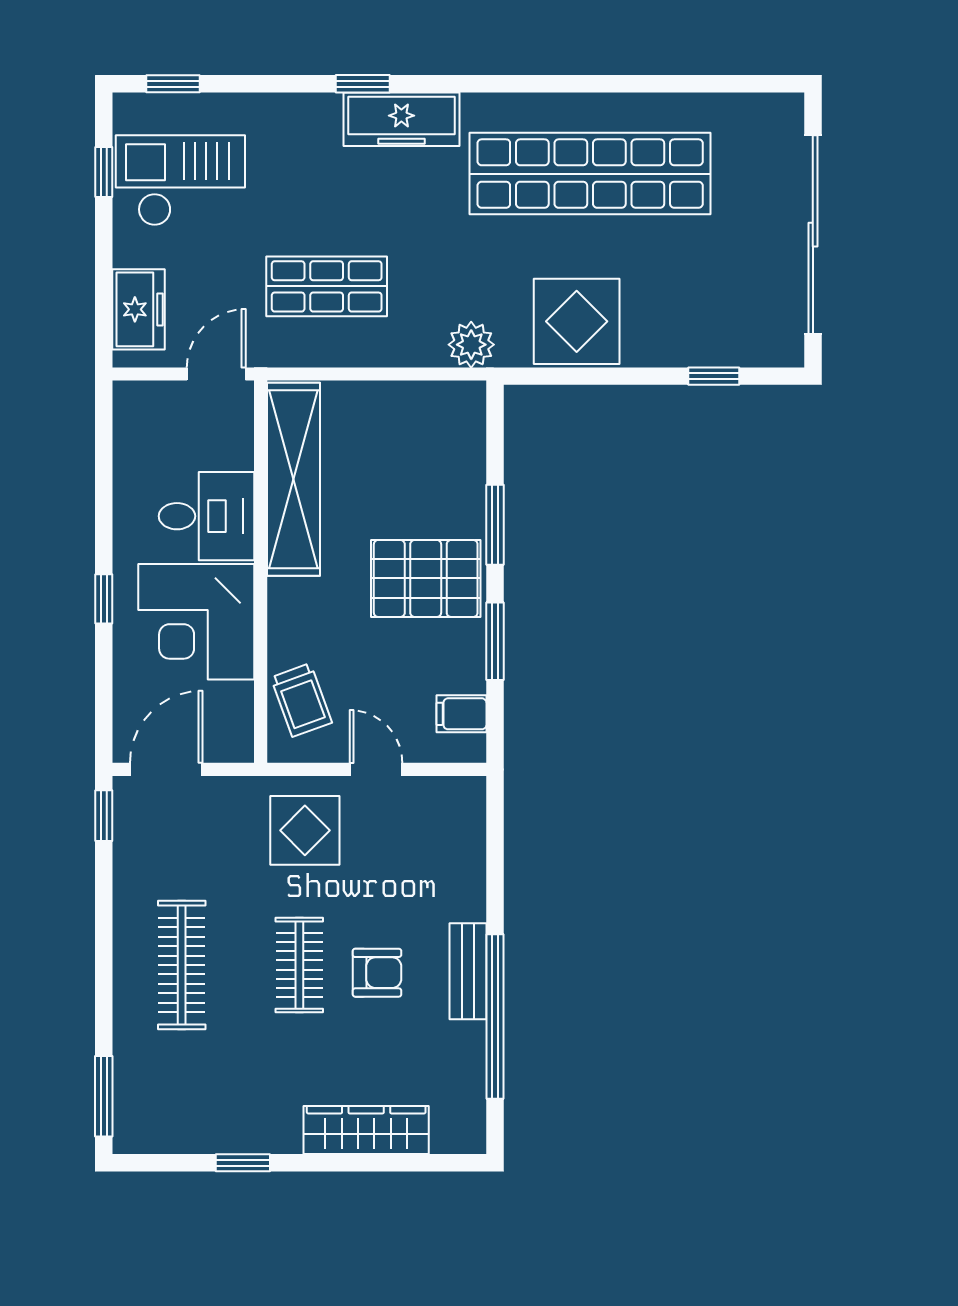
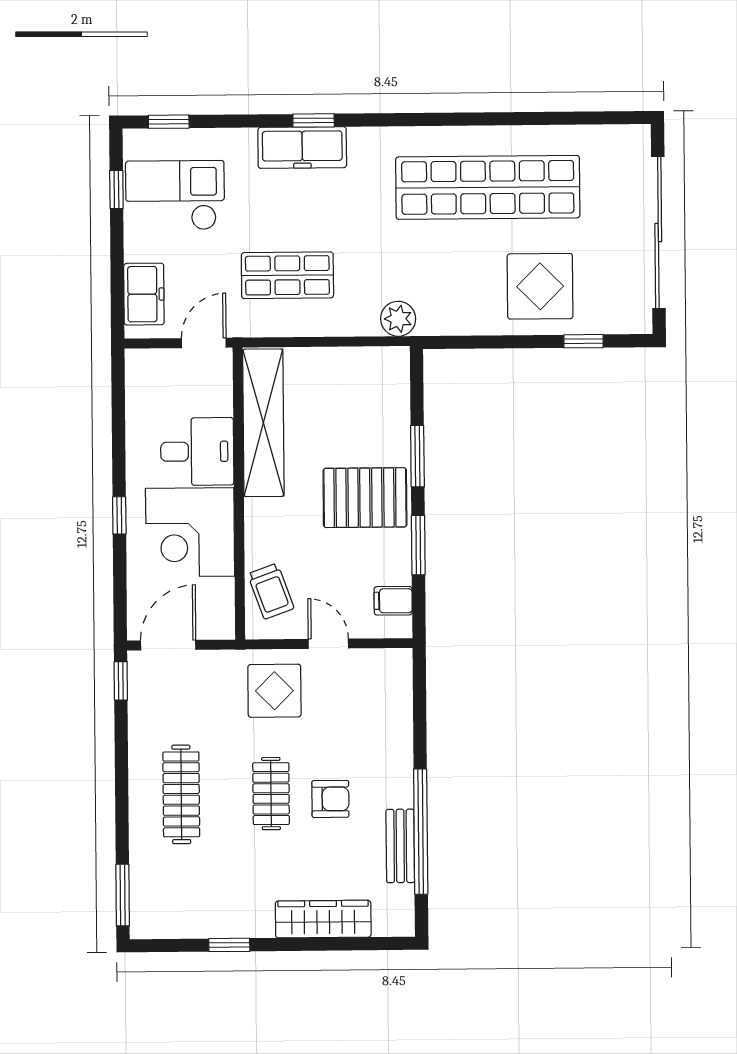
freezer: (401, 119) -> (302, 148), moved
display table: (577, 321) -> (540, 286), moved
bench: (468, 971) -> (400, 846), moved

